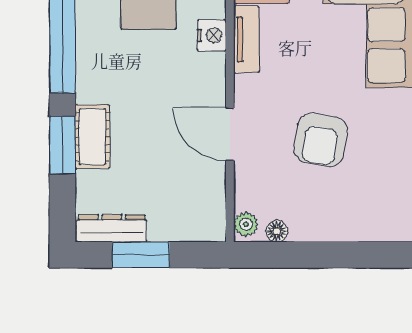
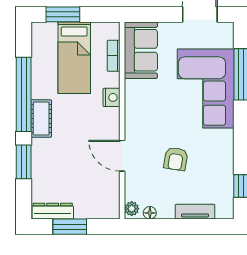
tv unit: (246, 39) -> (195, 212), moved, turned -90
cot: (92, 137) -> (41, 119), moved
armchair: (321, 140) -> (176, 159), width x0.72, depth x0.72

